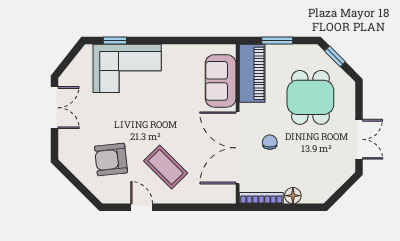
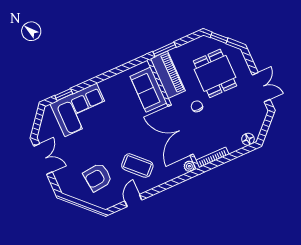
window: (277, 41) -> (165, 49), moved
chair: (270, 142) -> (197, 106), moved
plant: (228, 196) -> (189, 166), added
floor lamp: (293, 196) -> (248, 139), moved
door: (142, 207) -> (133, 200), hinge flipped

